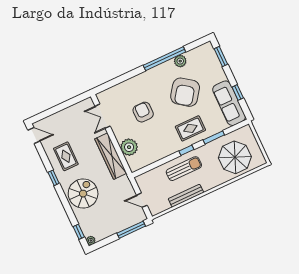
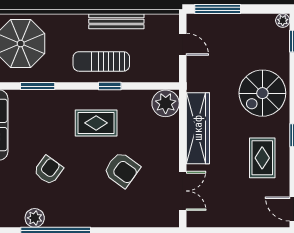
armchair: (185, 92) -> (48, 170), width x0.53, depth x0.53
armchair: (143, 112) -> (122, 170), turned -54
rug: (190, 128) -> (96, 123), moved
plant: (129, 147) -> (166, 103), moved
window: (186, 150) -> (110, 86), moved

